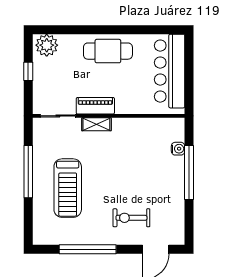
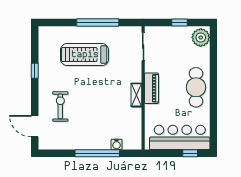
window: (189, 58) -> (190, 153), added
piano: (95, 106) -> (151, 88), moved
shelving: (96, 124) -> (136, 95), moved
window: (88, 249) -> (35, 71), width x0.32

